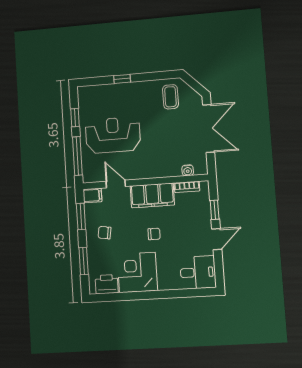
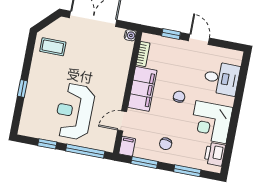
water cooler: (188, 170) -> (130, 35), moved
desk: (198, 272) -> (222, 78), moved, turned 90

